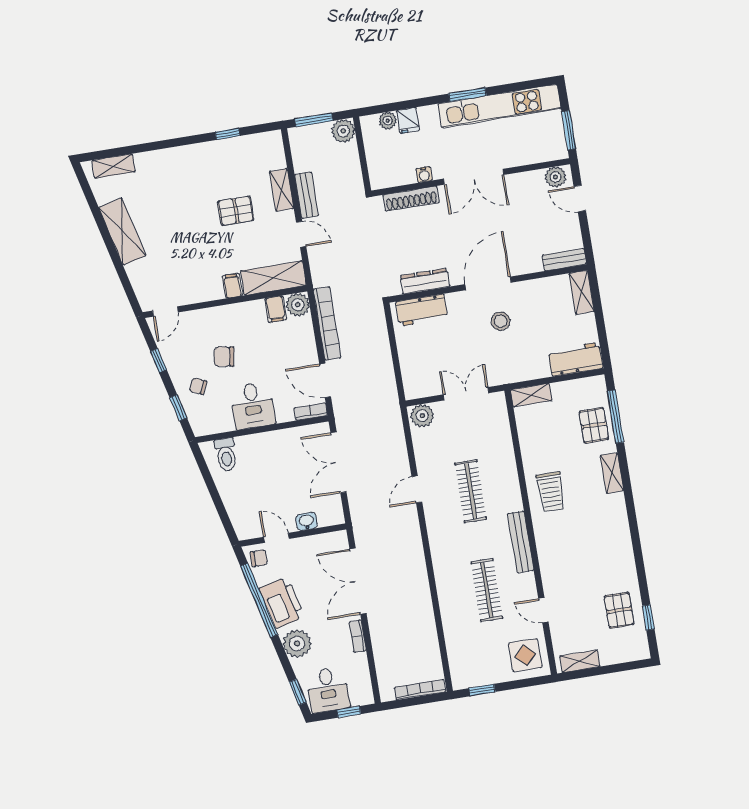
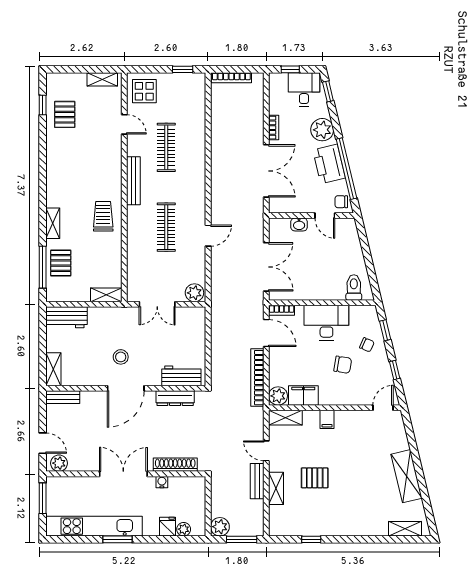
shelving: (273, 278) -> (285, 418), width x0.67, depth x0.75
filing cabinet: (276, 309) -> (303, 395), width x2.00
desk: (253, 405) -> (326, 323), width x1.37

